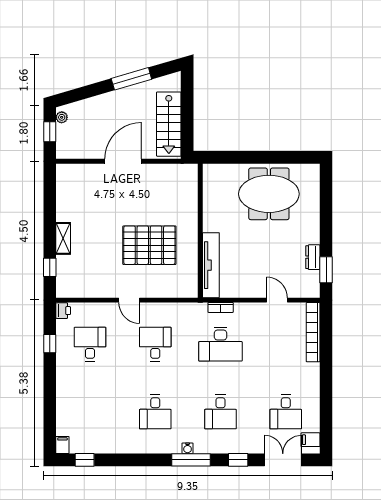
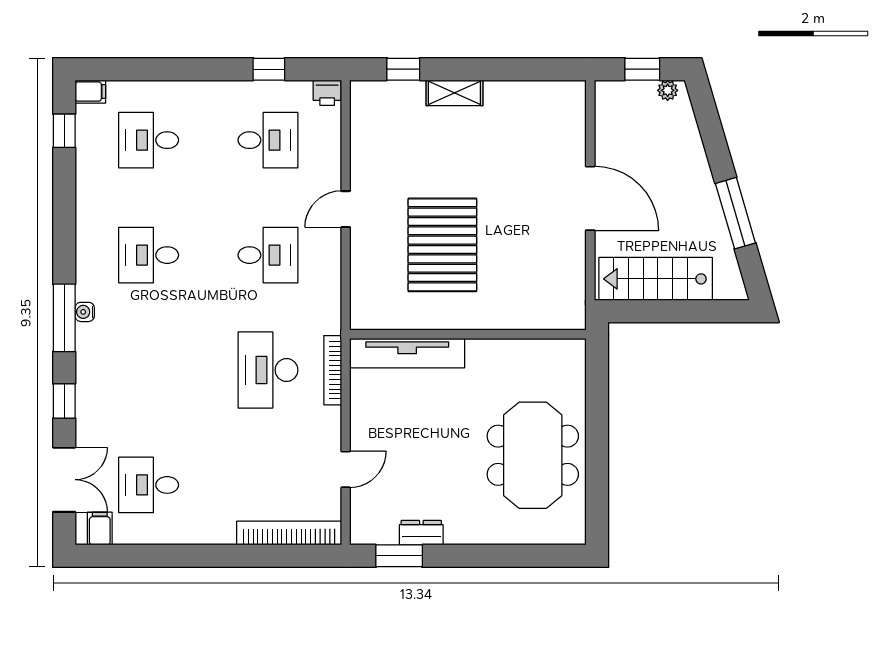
bookcase: (221, 307) -> (333, 370), width x1.56
desk: (220, 412) -> (149, 140), moved

